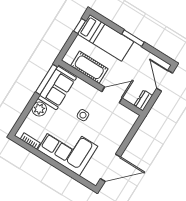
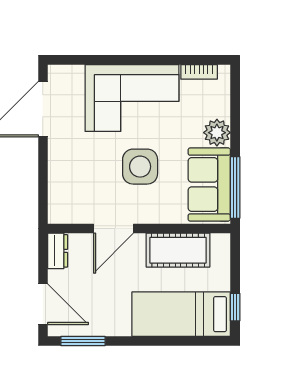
window: (133, 38) -> (83, 341), moved
side table: (83, 115) -> (140, 167), width x1.87, depth x1.87

